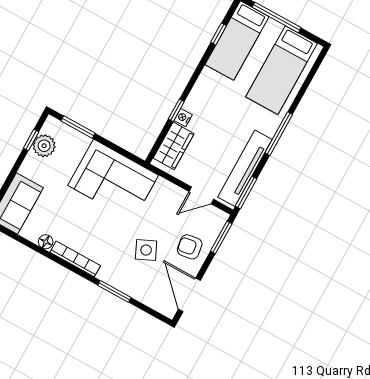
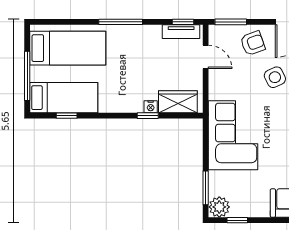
plant: (44, 146) -> (219, 207), moved
tv unit: (245, 168) -> (181, 32), width x0.52, depth x0.78
window: (246, 192) -> (183, 22), width x0.67
armchair: (190, 247) -> (253, 43), turned -101

